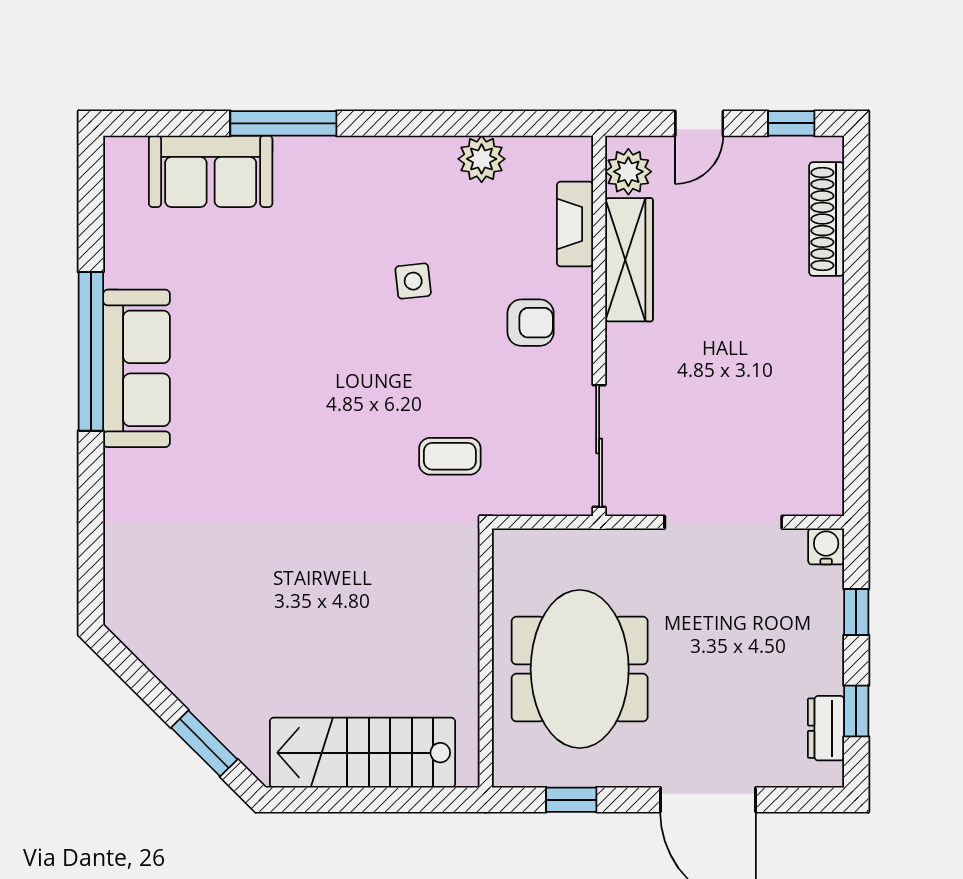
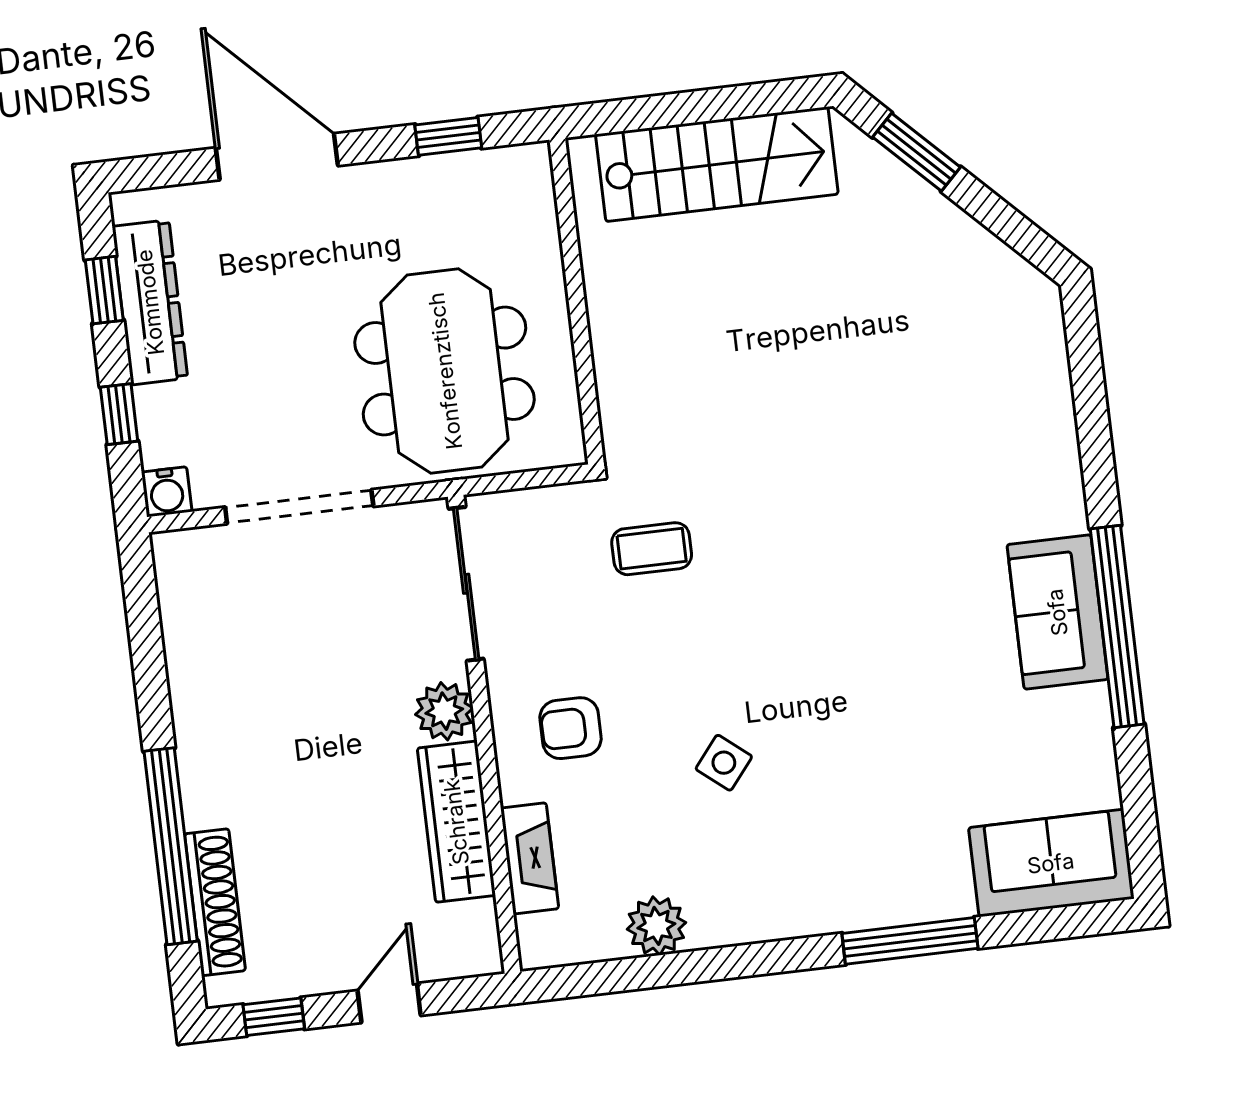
sofa: (211, 171) -> (1051, 863), moved
plant: (628, 172) -> (444, 711), moved
window: (856, 267) -> (171, 846), added
side table: (413, 281) -> (724, 763), turned 45
sofa: (136, 368) -> (1057, 612), width x0.73
meeting table: (580, 669) -> (445, 371), moved
dresser: (826, 728) -> (150, 302), width x1.96, depth x1.24

